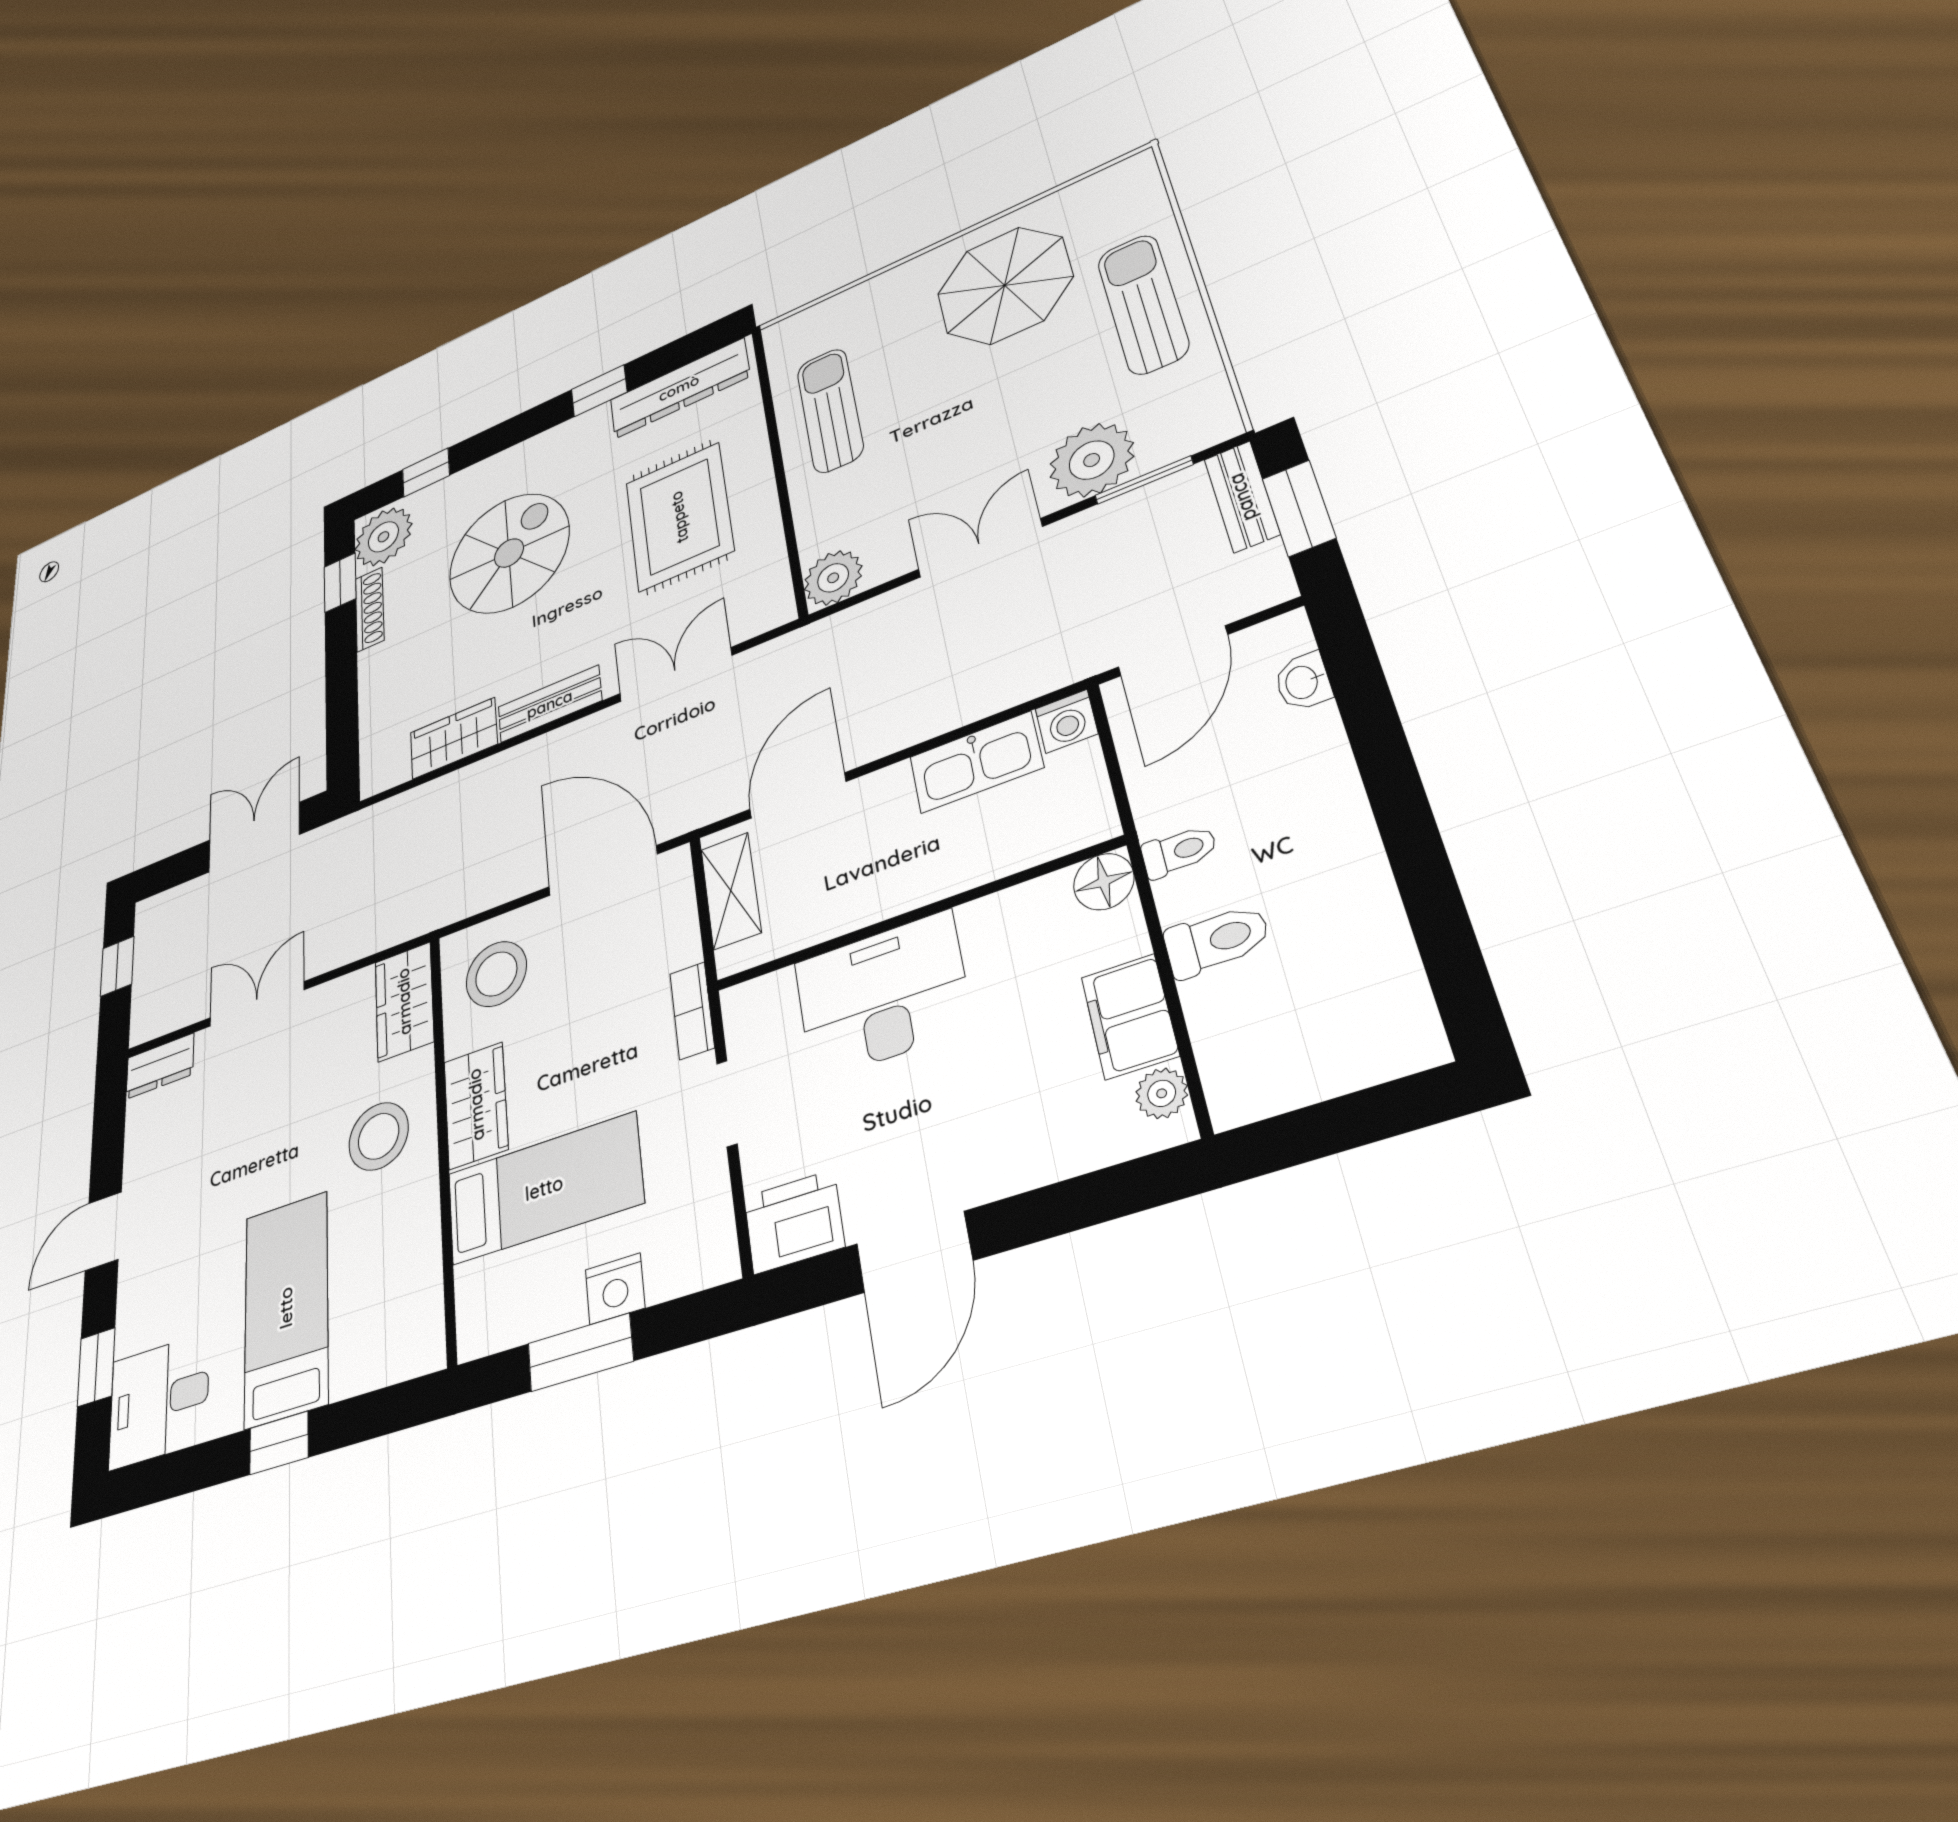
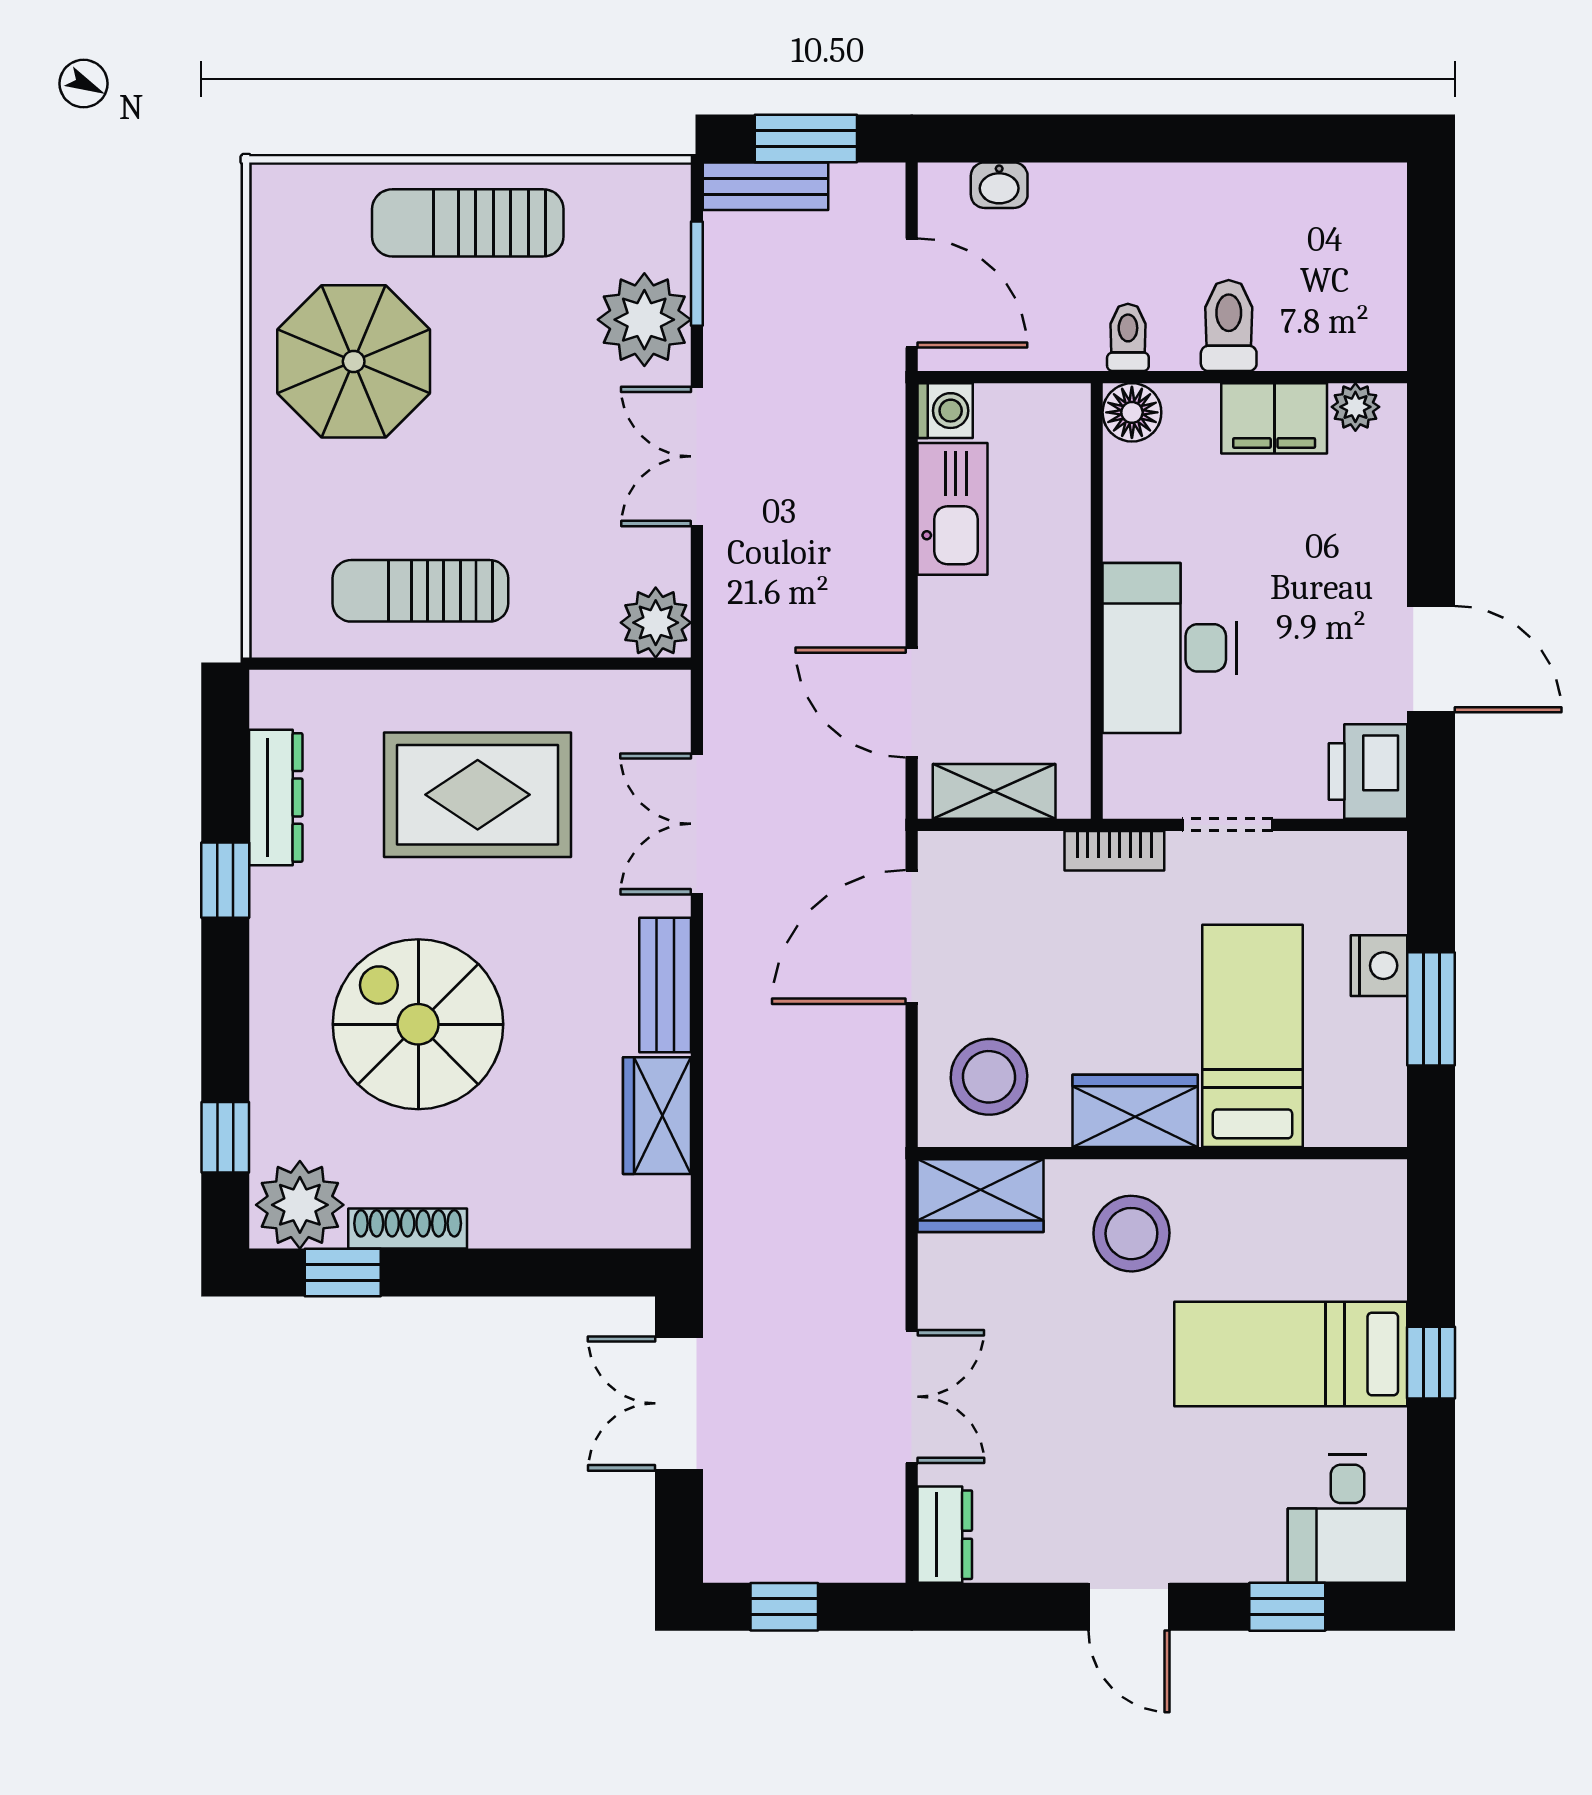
dresser: (679, 388) -> (276, 797), width x0.73, depth x0.80
double door: (257, 1004) -> (912, 1397), swing flipped

